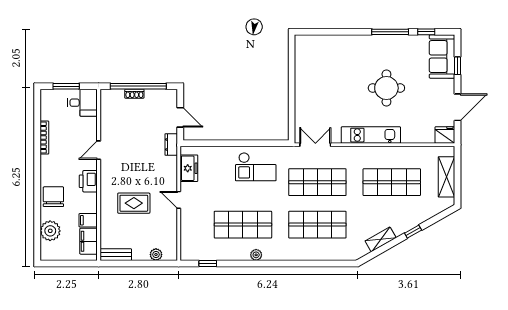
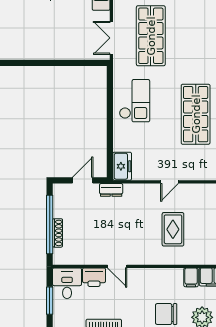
shoe rack: (134, 94) -> (58, 233), width x1.43
freezer: (189, 168) -> (122, 166), moved, turned 90
printer: (88, 181) -> (94, 277), moved
shop shelf: (317, 225) -> (196, 36), removed

